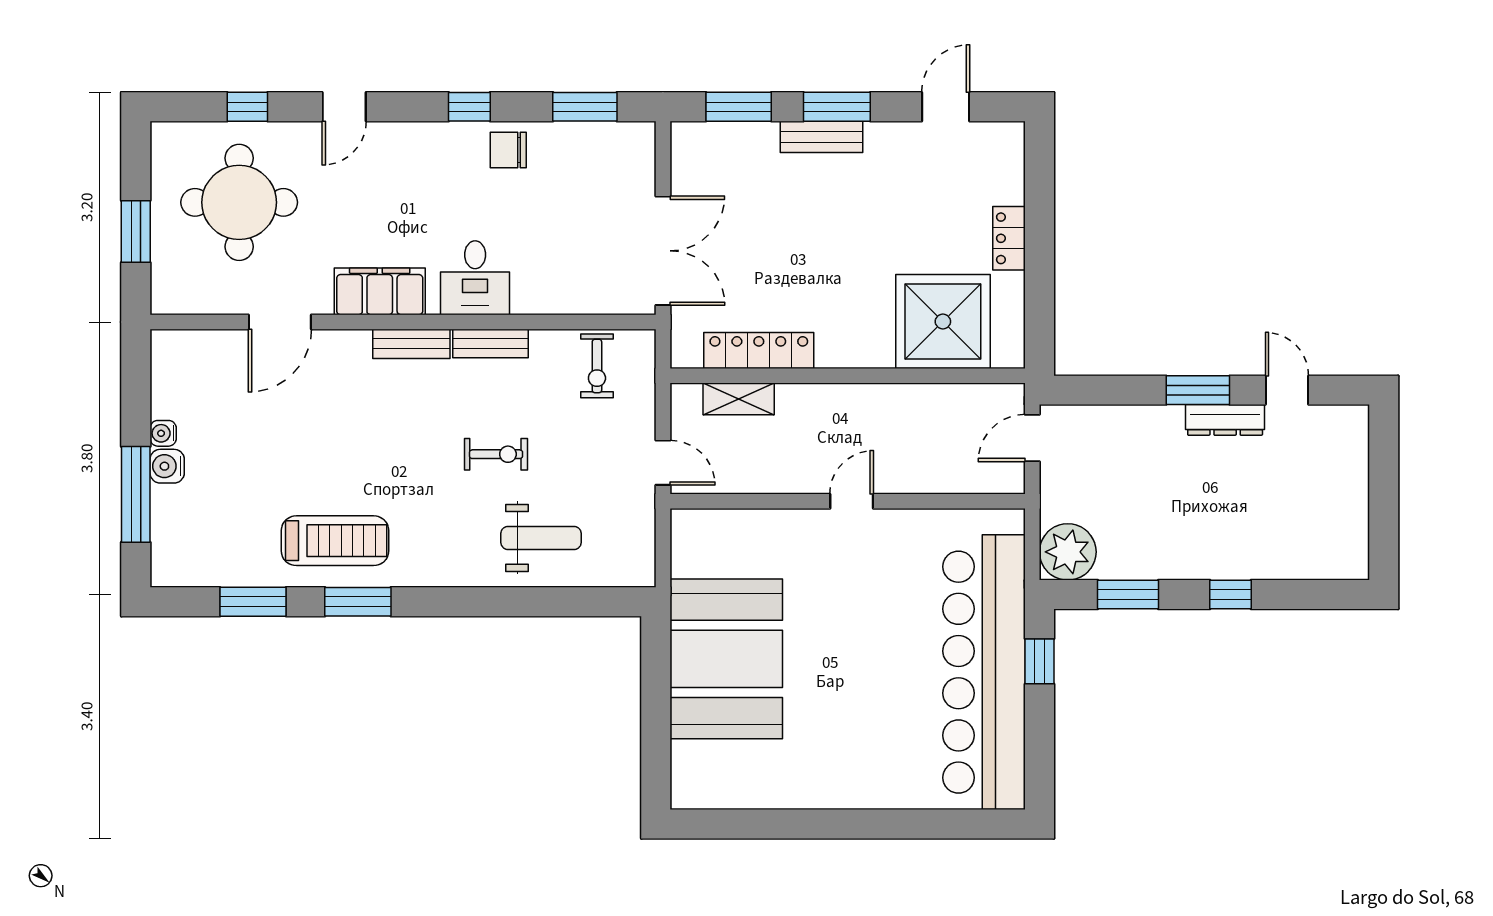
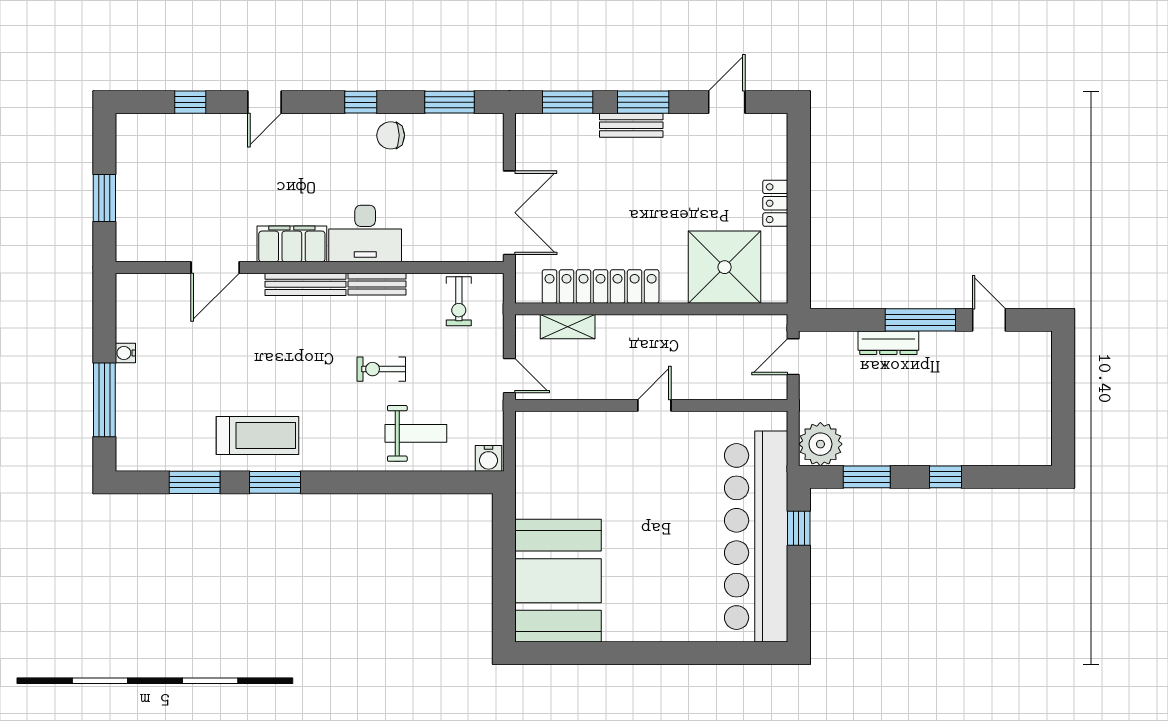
round table: (239, 202) -> (184, 176), removed
desk: (475, 278) -> (365, 233), width x1.37
bench: (411, 344) -> (305, 284), width x1.36
locker: (759, 350) -> (601, 286), width x1.41, depth x1.21
window: (1198, 390) -> (920, 320), width x1.44
dresser: (1225, 420) -> (888, 343), moved
exercise bike: (496, 454) -> (381, 369), turned 180
water cooler: (167, 466) -> (489, 458), moved, turned -90
booth: (726, 659) -> (558, 581), moved

